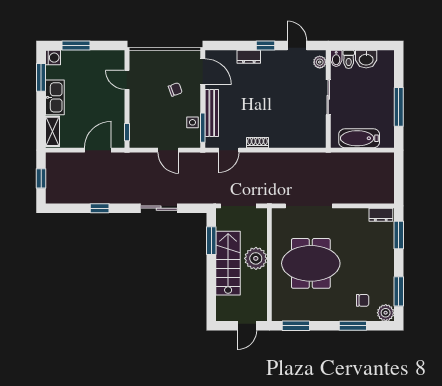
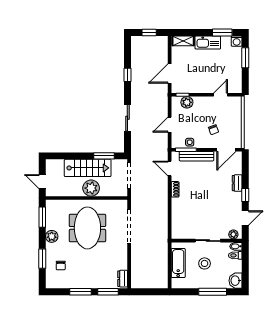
washbasin: (366, 59) -> (235, 281), moved
stool: (360, 102) -> (205, 263), added
window: (399, 107) -> (213, 292), moved
plant: (137, 126) -> (187, 102), added
door: (98, 150) -> (170, 74), swing flipped
window: (399, 291) -> (81, 292), moved
plant: (386, 313) -> (52, 236), moved

